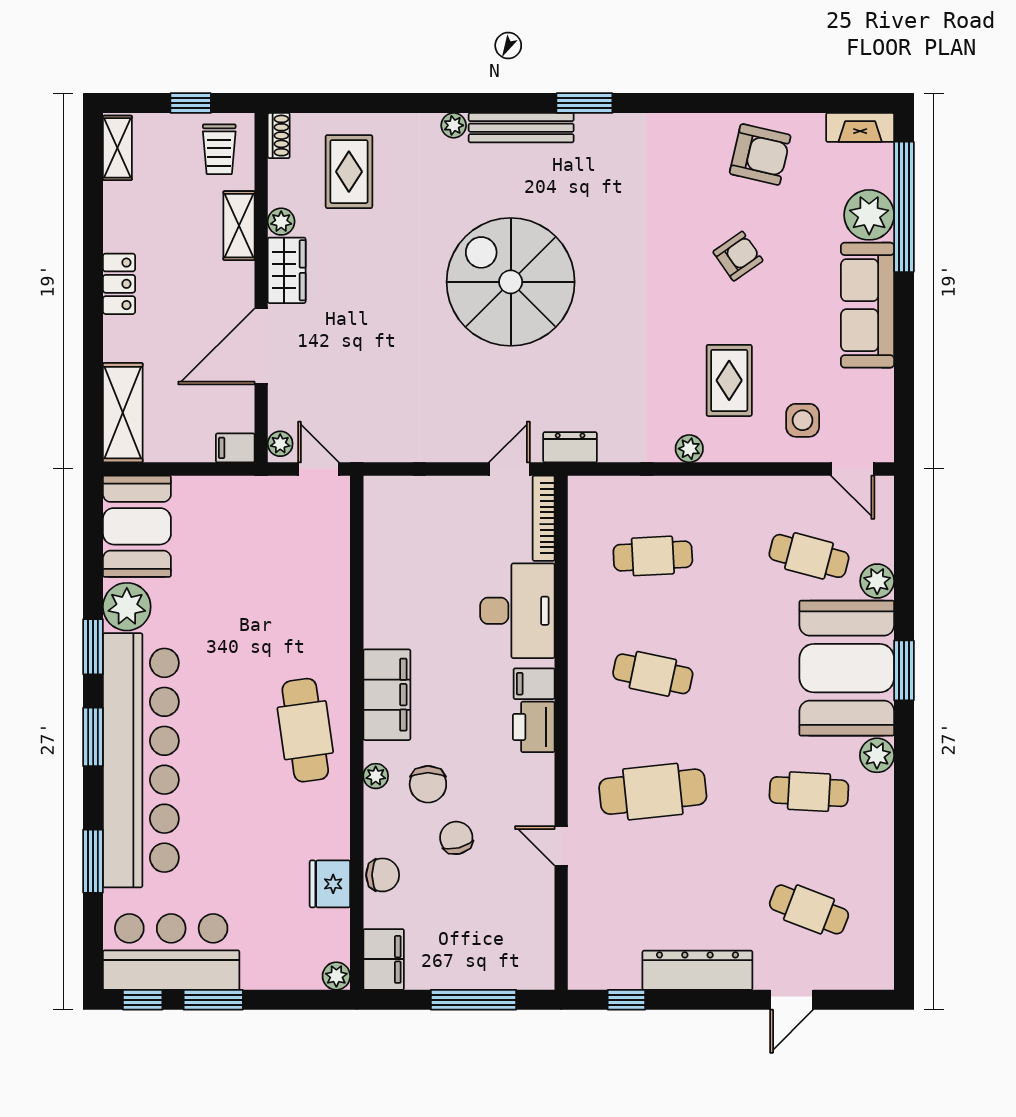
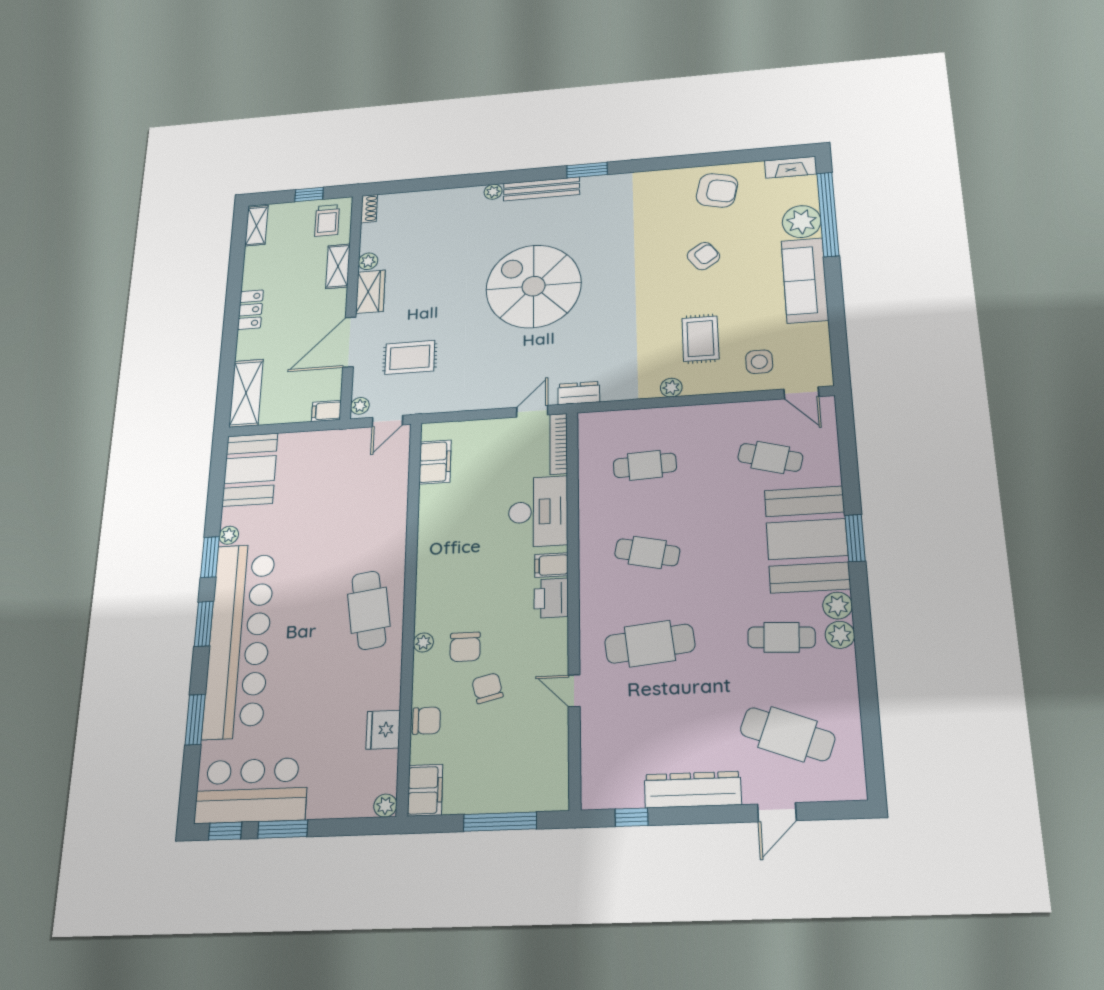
rug: (349, 172) -> (410, 357), moved, turned 90
door: (318, 469) -> (387, 421), swing flipped
plant: (877, 581) -> (840, 635), moved
plant: (127, 607) -> (229, 535), width x0.53, depth x0.53
filing cabinet: (387, 695) -> (435, 462), moved, width x0.67, depth x0.86
cafe table: (809, 909) -> (788, 734), width x1.37, depth x1.35

